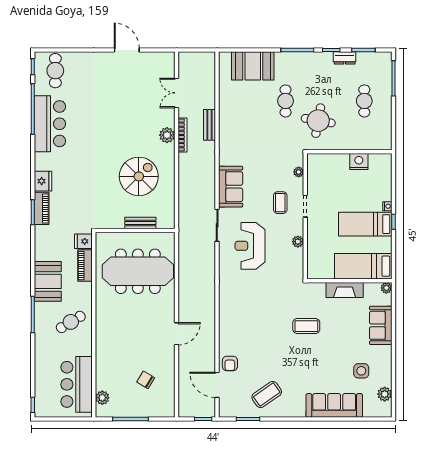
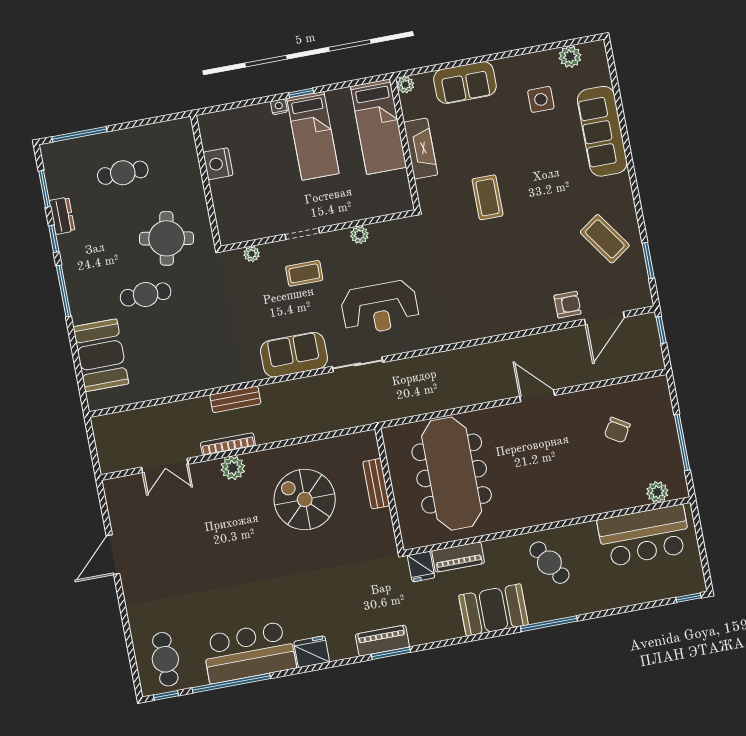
cafe table: (55, 71) -> (165, 659), turned 90
bench: (210, 125) -> (235, 399), moved
fridge: (43, 181) -> (312, 652), moved

